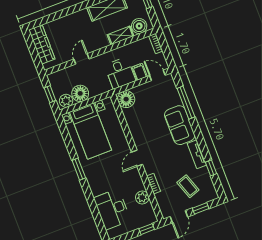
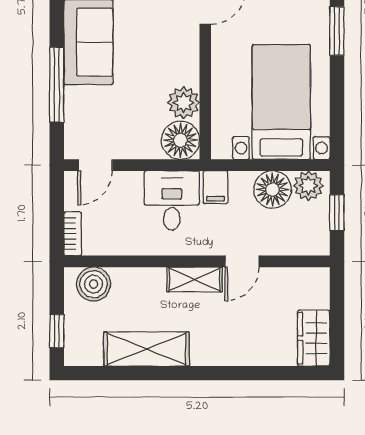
shelving: (121, 35) -> (195, 279), moved
wardrobe: (42, 44) -> (314, 338), width x0.67
filing cabinet: (140, 72) -> (215, 187), moved
door: (157, 75) -> (95, 165), hinge flipped
plant: (131, 115) -> (184, 103), added

